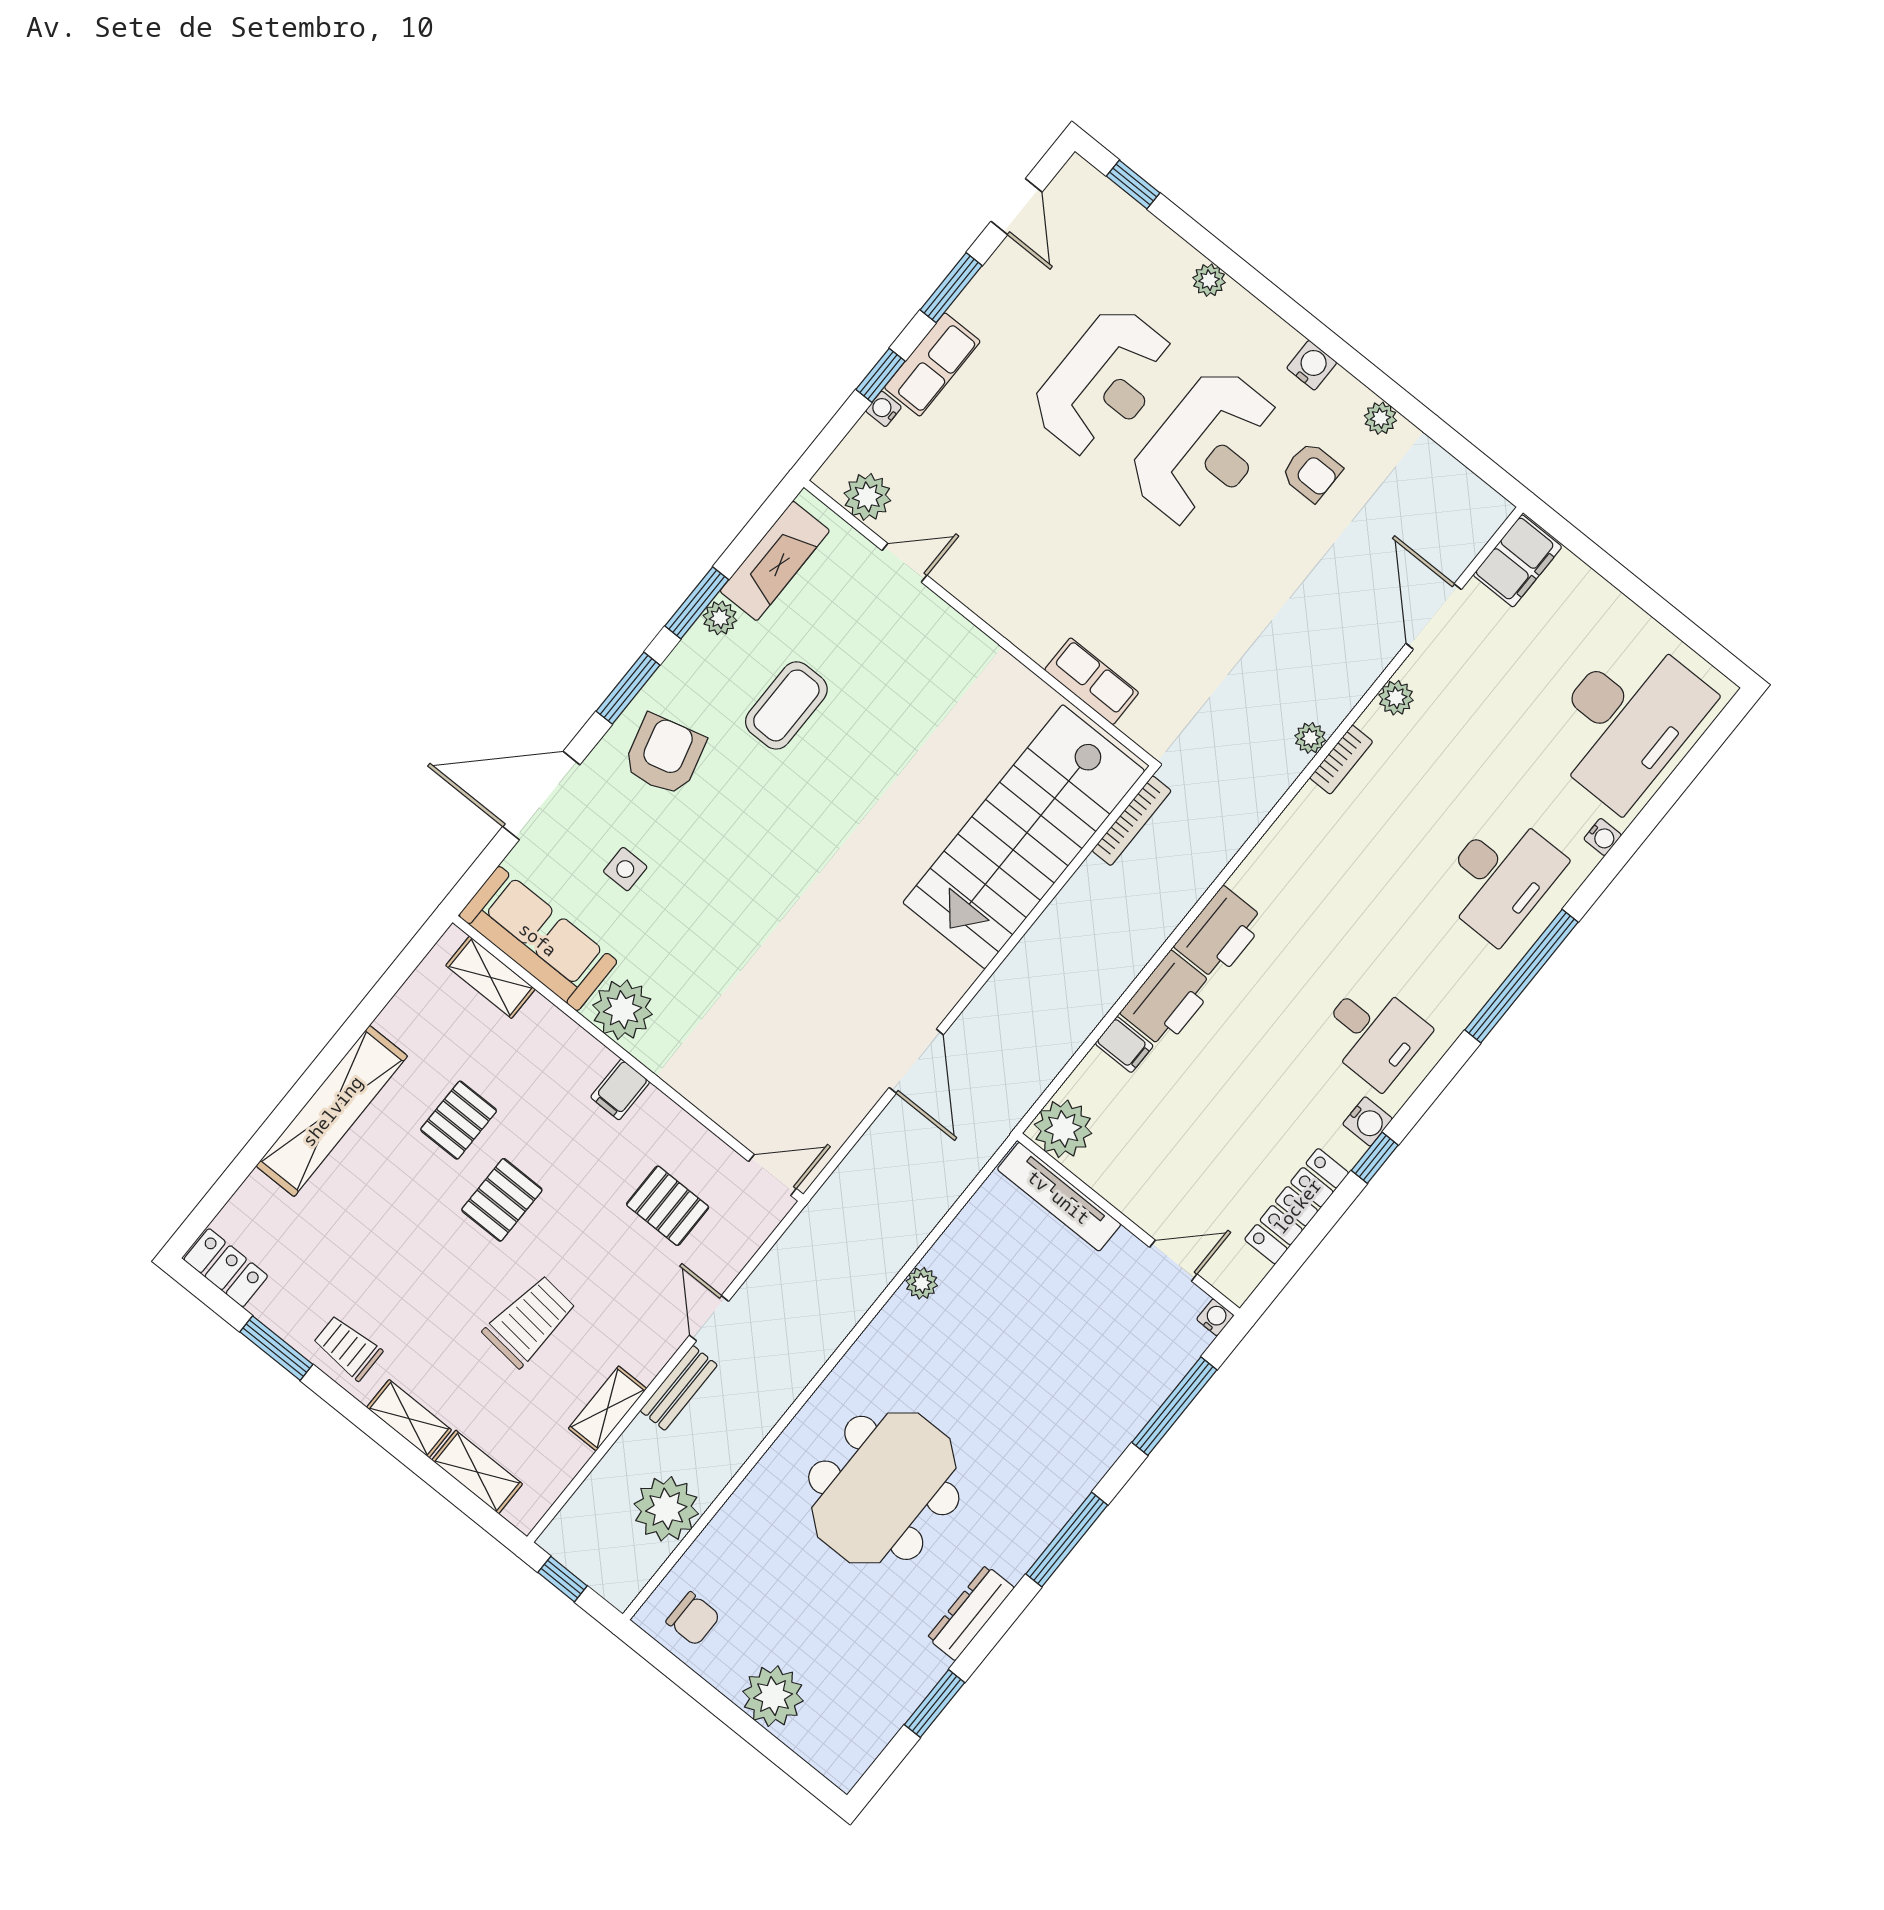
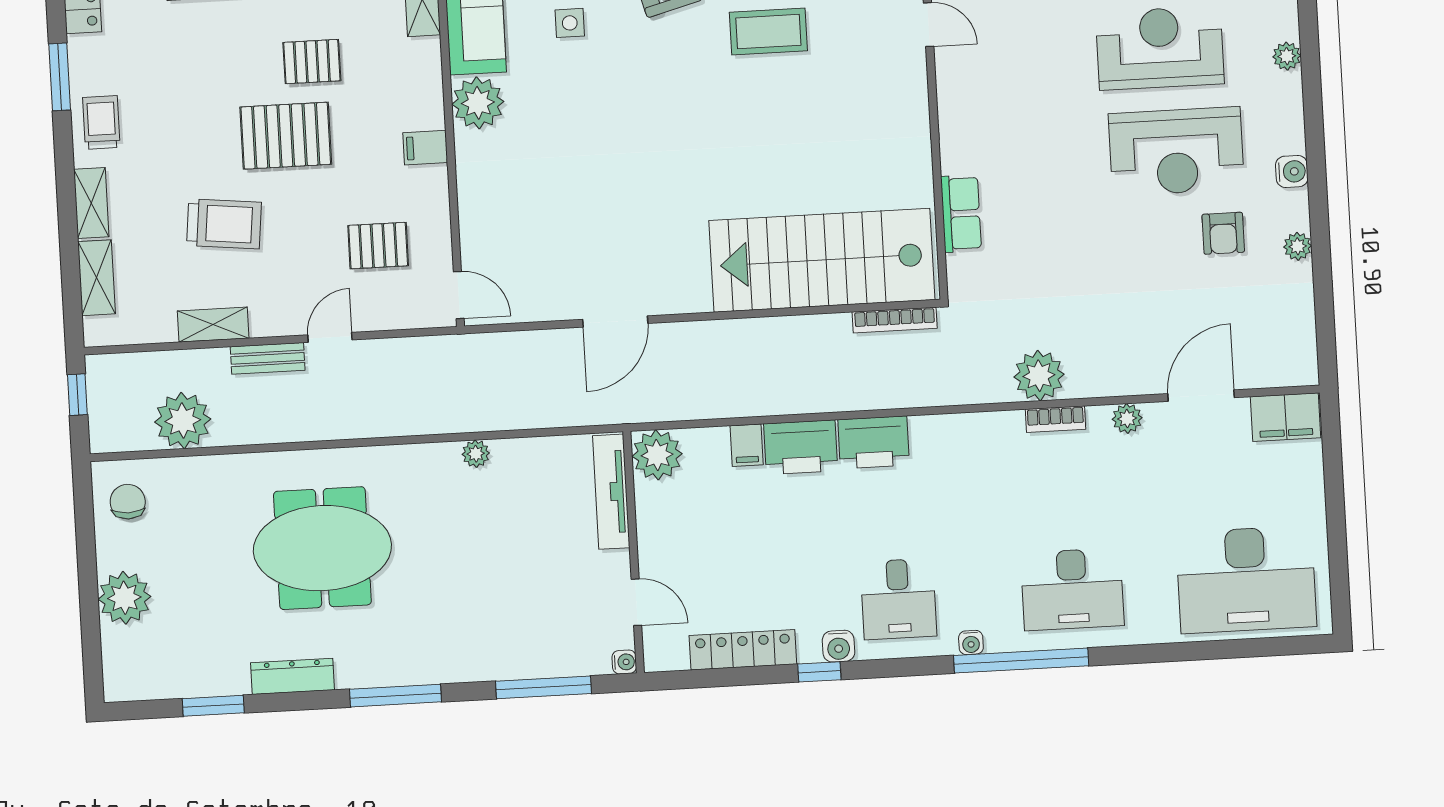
reception desk: (1104, 383) -> (1160, 48), turned 180
plant: (1310, 738) -> (1039, 376), width x1.88, depth x1.88
water cooler: (1603, 837) -> (971, 642), moved
pallet: (502, 1200) -> (286, 136), width x1.50, depth x1.42
pallet: (668, 1206) -> (378, 246), turned 90
chair: (693, 1619) -> (128, 502), turned 180

